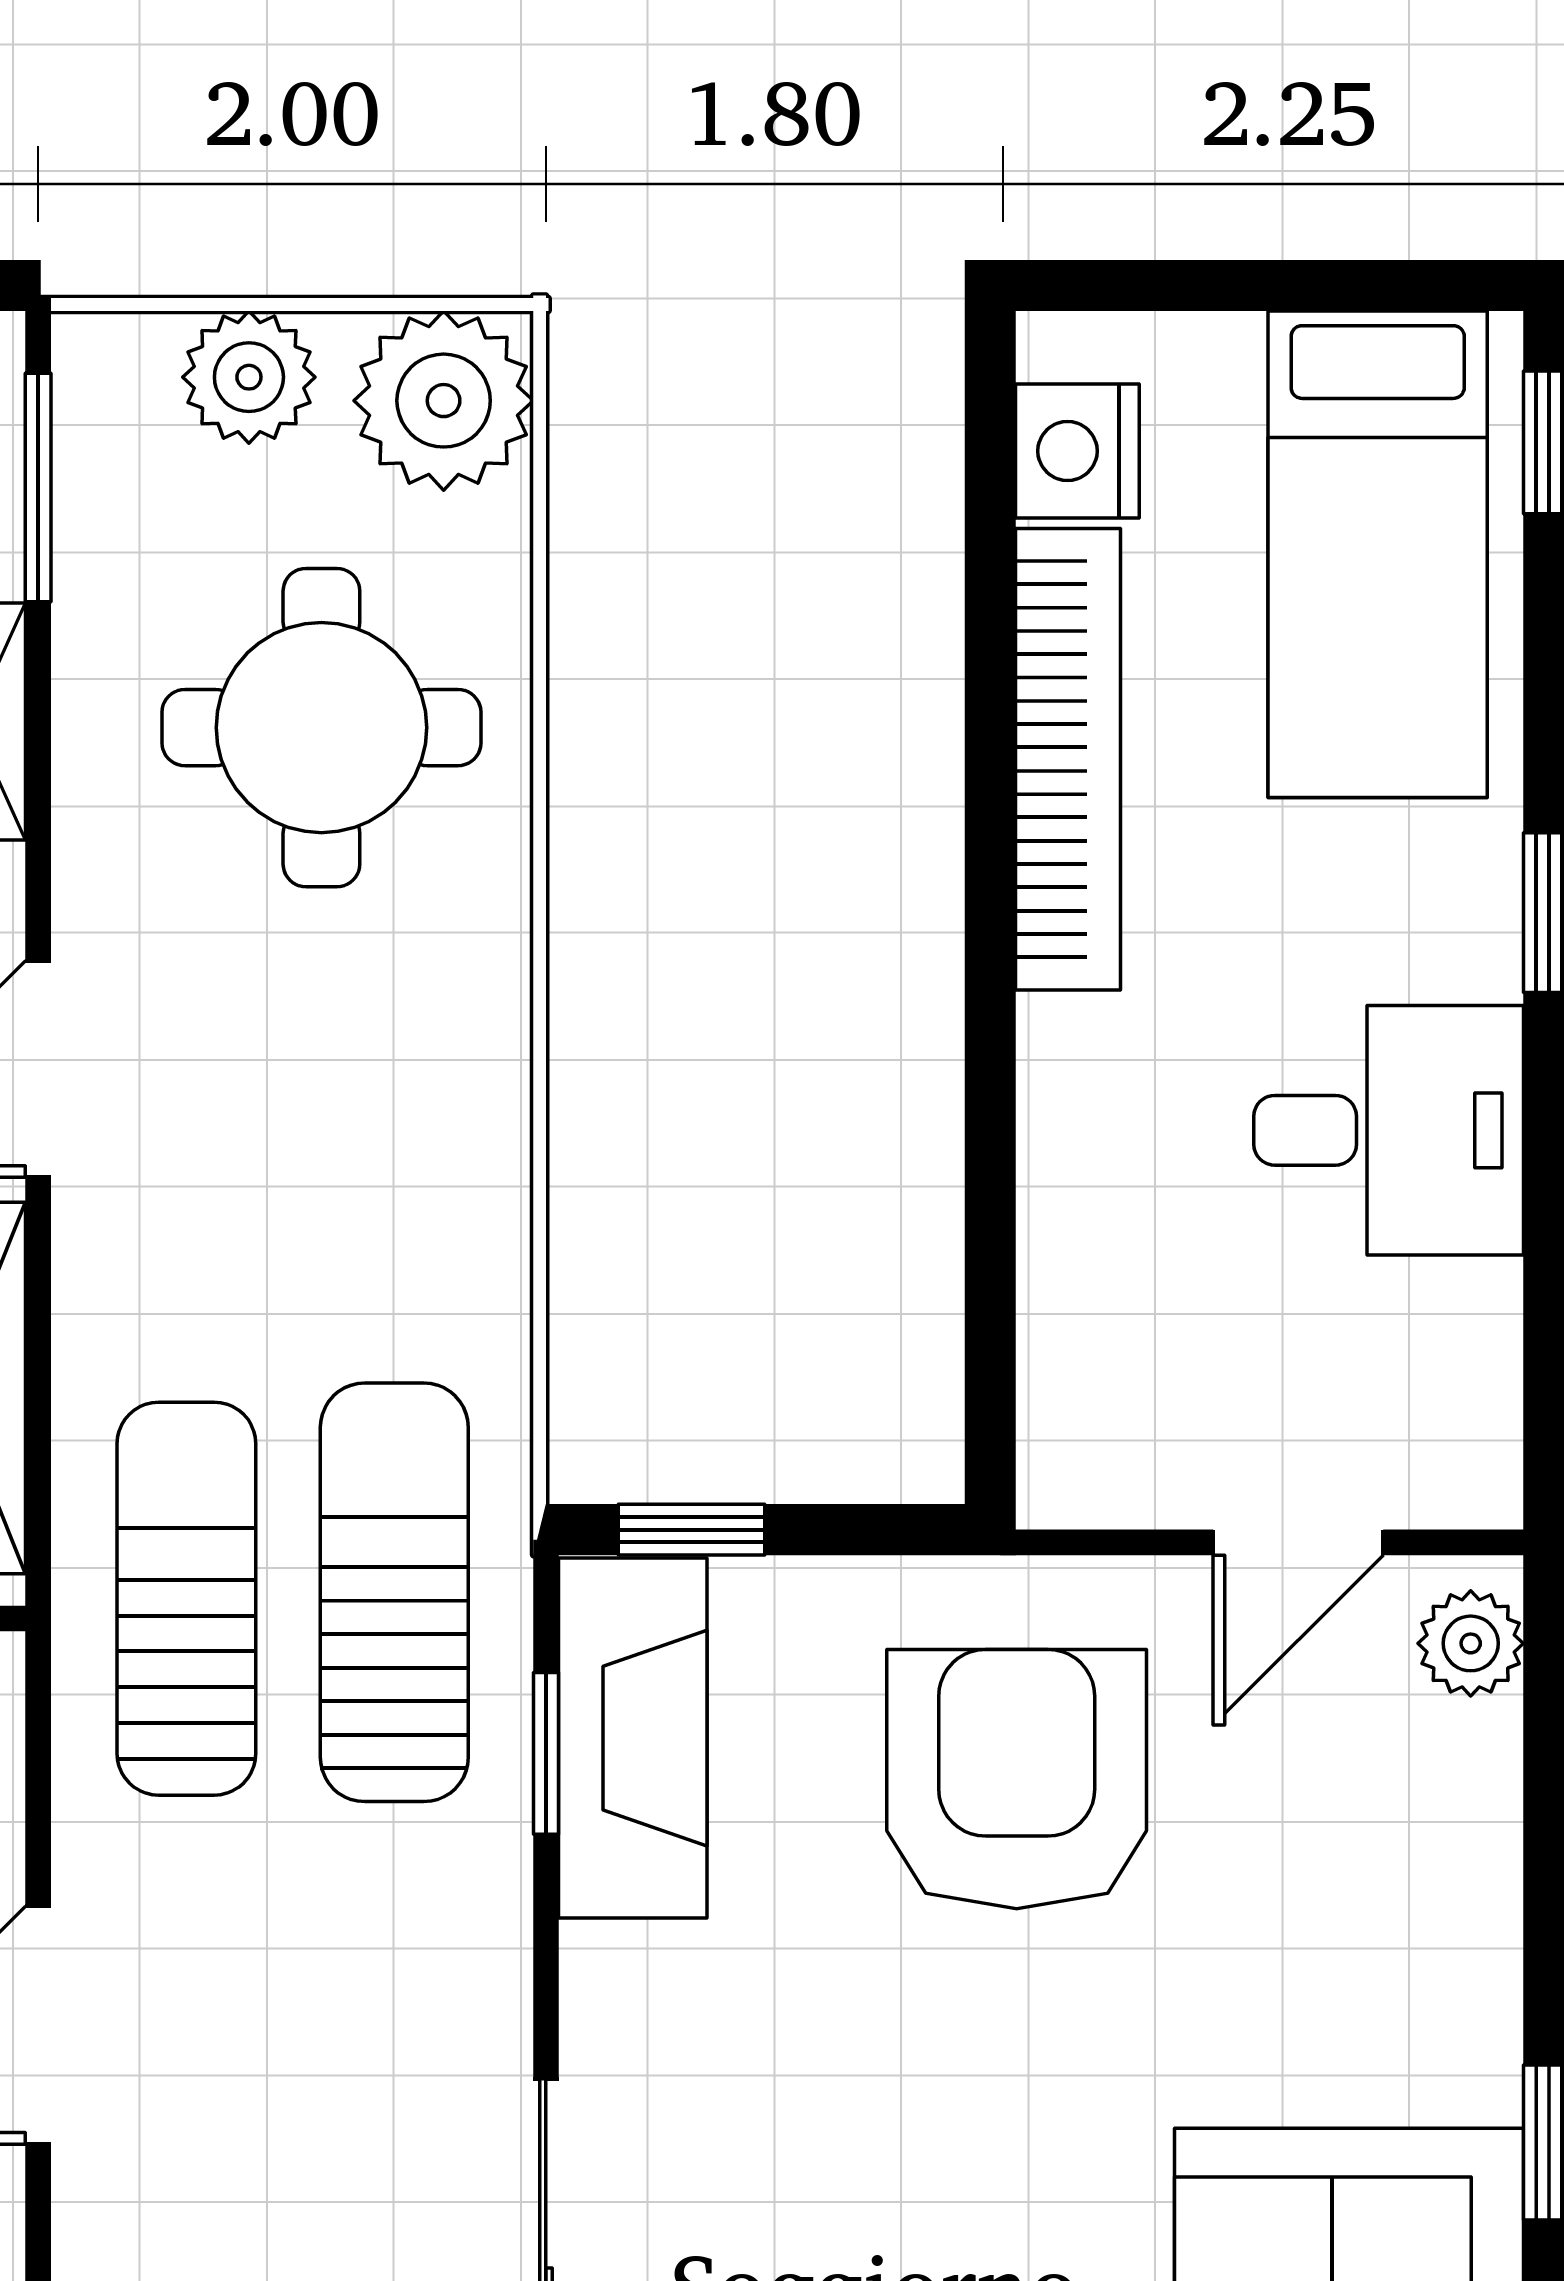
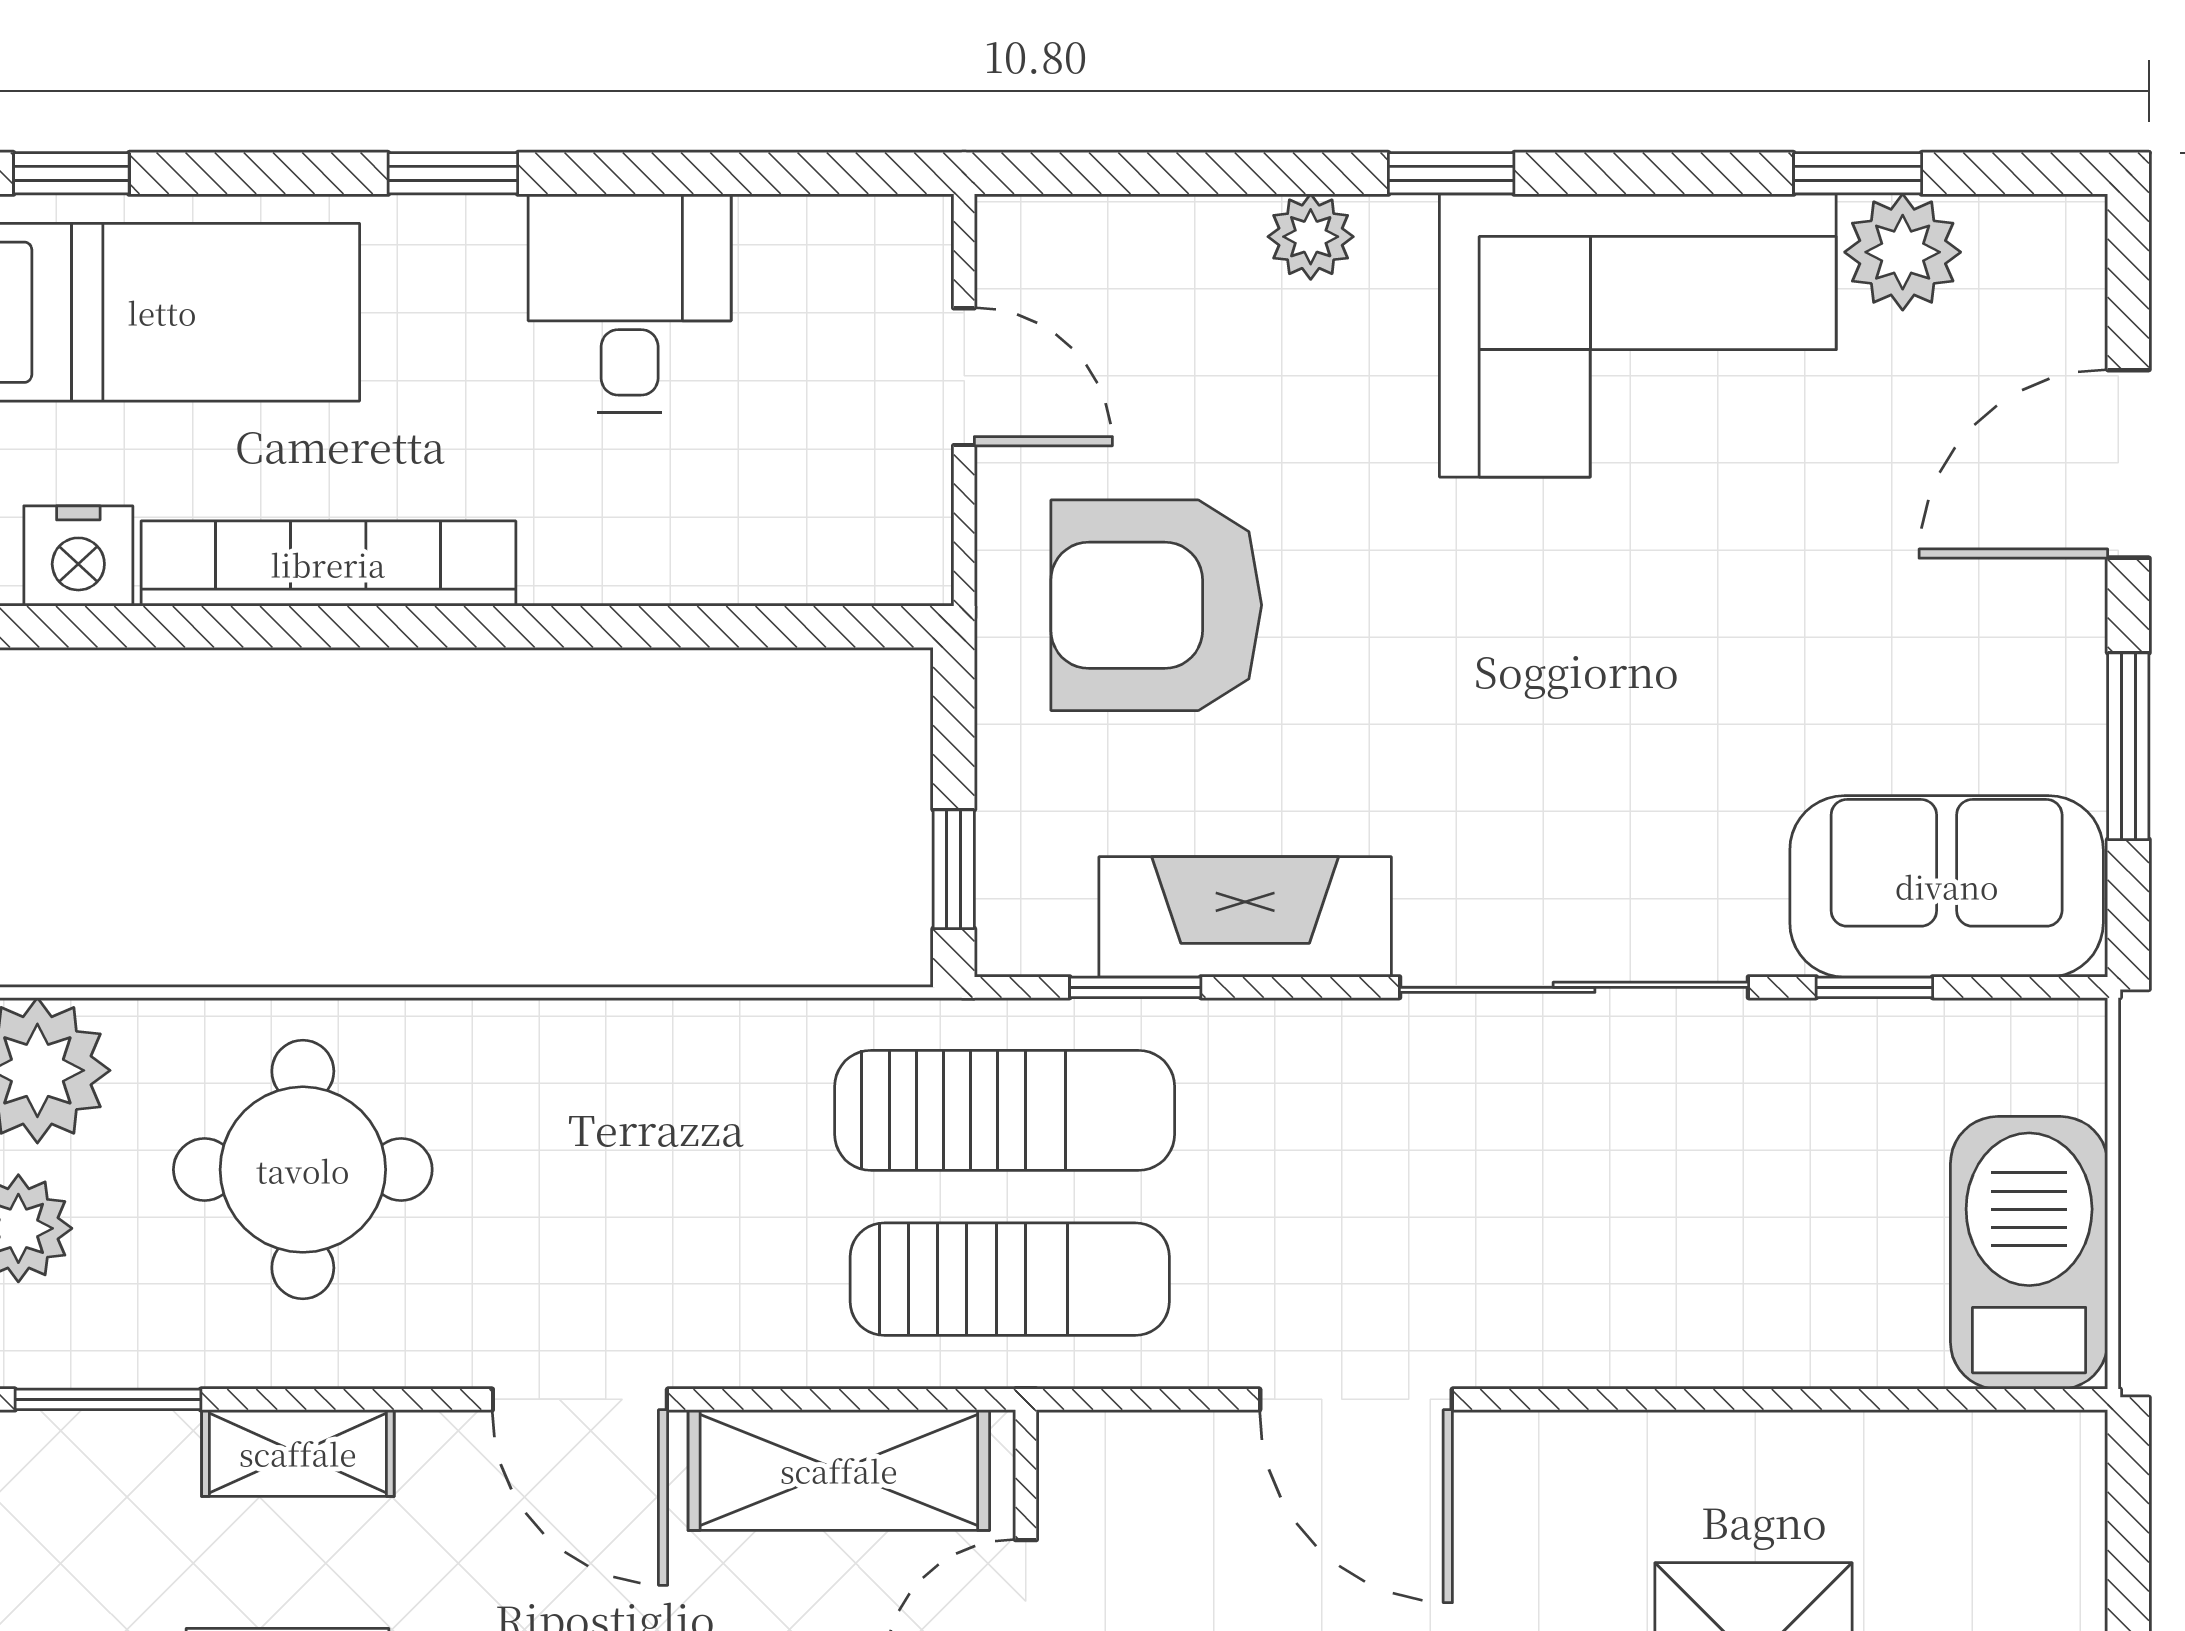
sun lounger: (394, 1592) -> (1005, 1110), turned 180
sun lounger: (186, 1599) -> (1010, 1279), turned 180
plant: (1471, 1643) -> (1311, 237), moved
fireplace: (633, 1738) -> (1245, 917), moved

